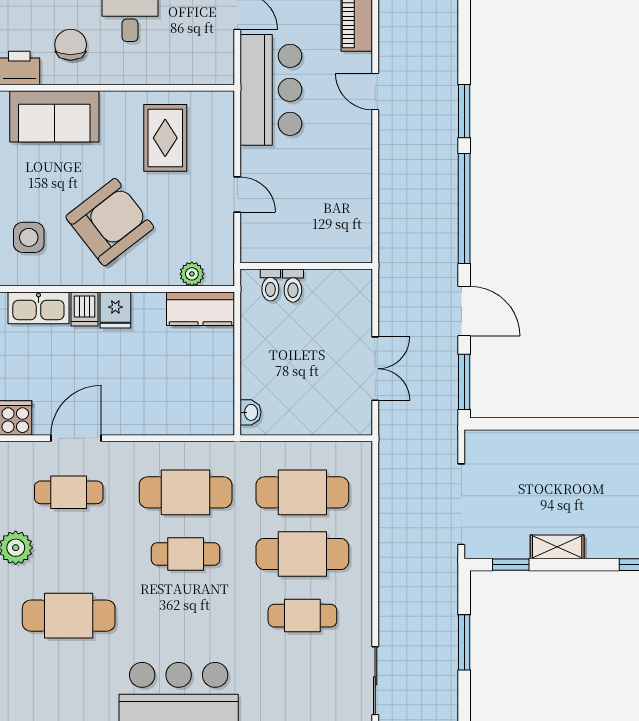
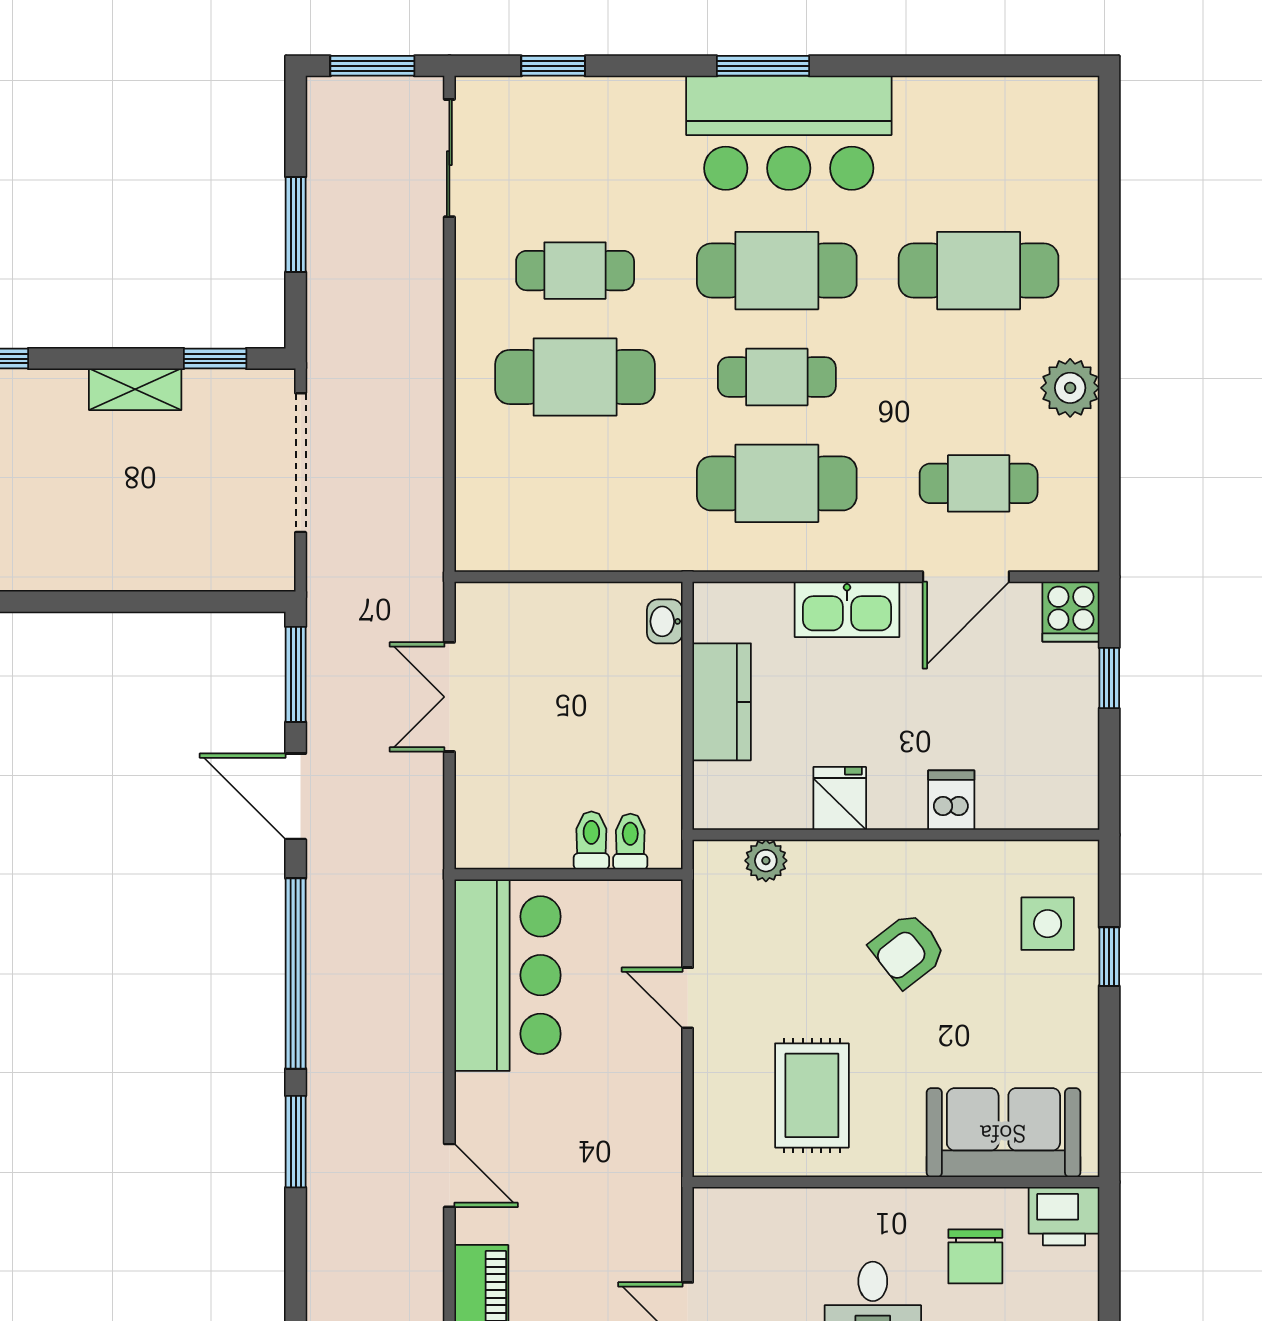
bar counter: (271, 90) -> (508, 975), moved, turned 180
armchair: (110, 222) -> (908, 950), width x0.53, depth x0.53
kitchen sink: (38, 308) -> (847, 609), moved, turned 180
kitchen counter: (201, 309) -> (722, 702), moved, turned 90
fridge: (115, 310) -> (840, 798), moved
cafe table: (302, 492) -> (777, 271), moved

